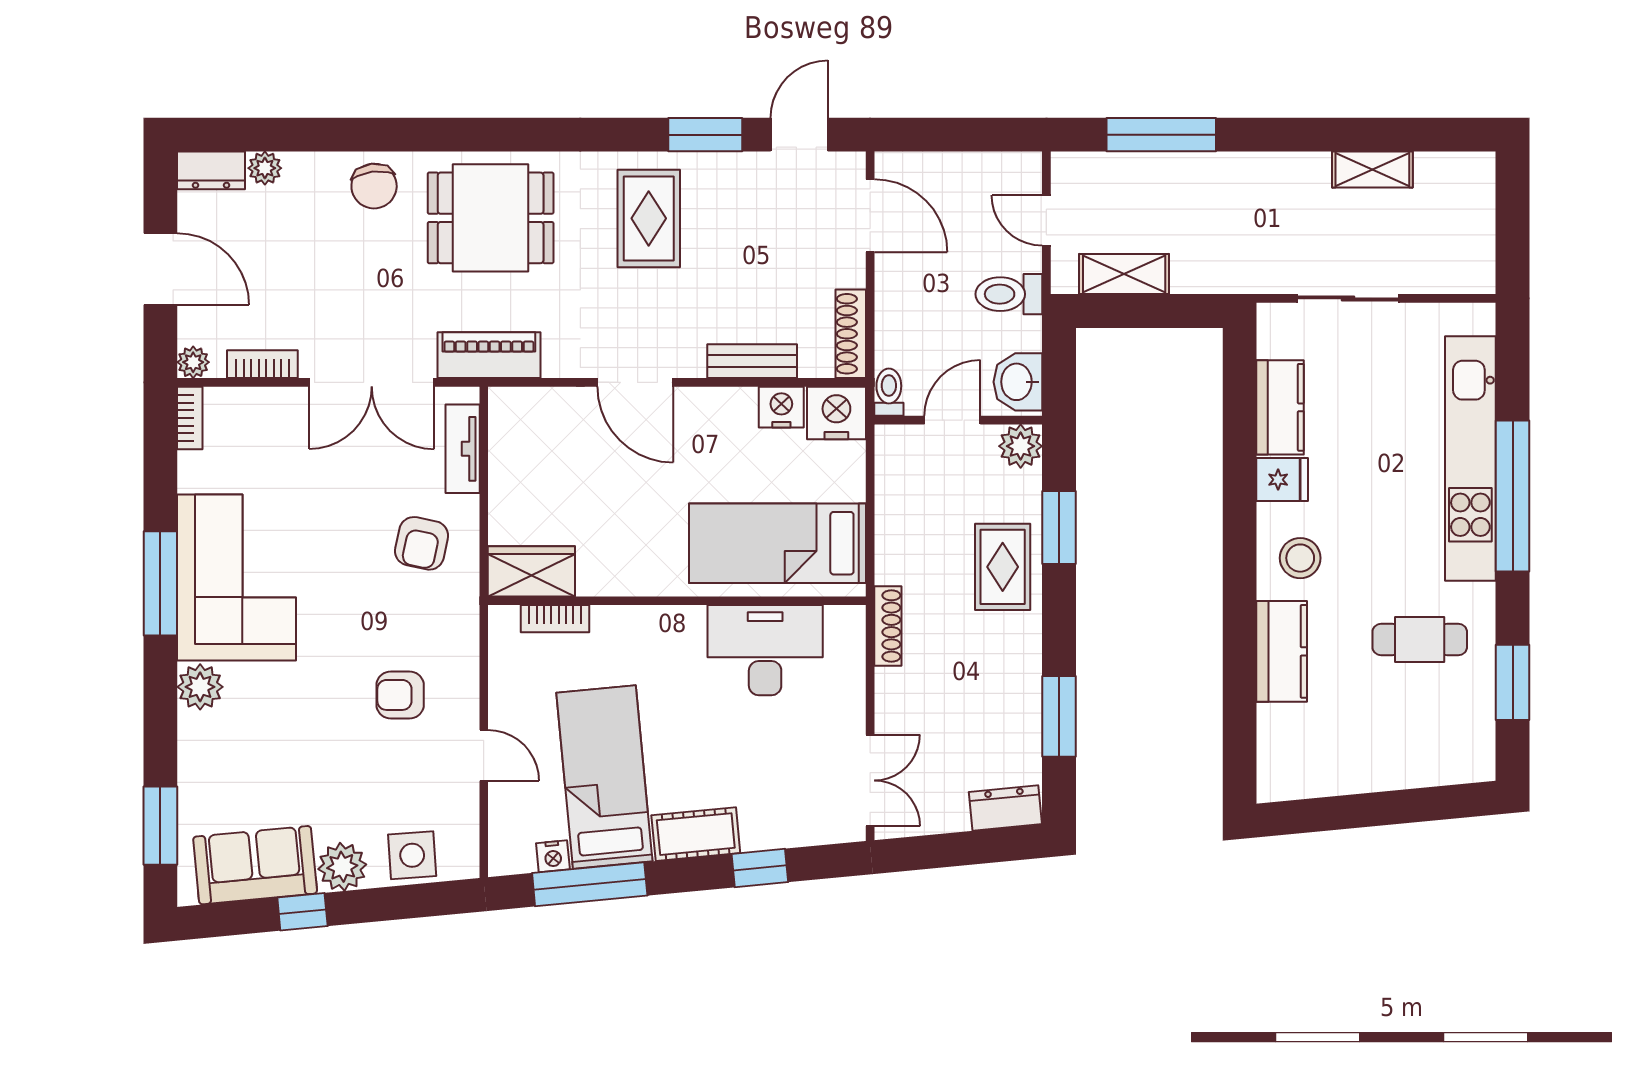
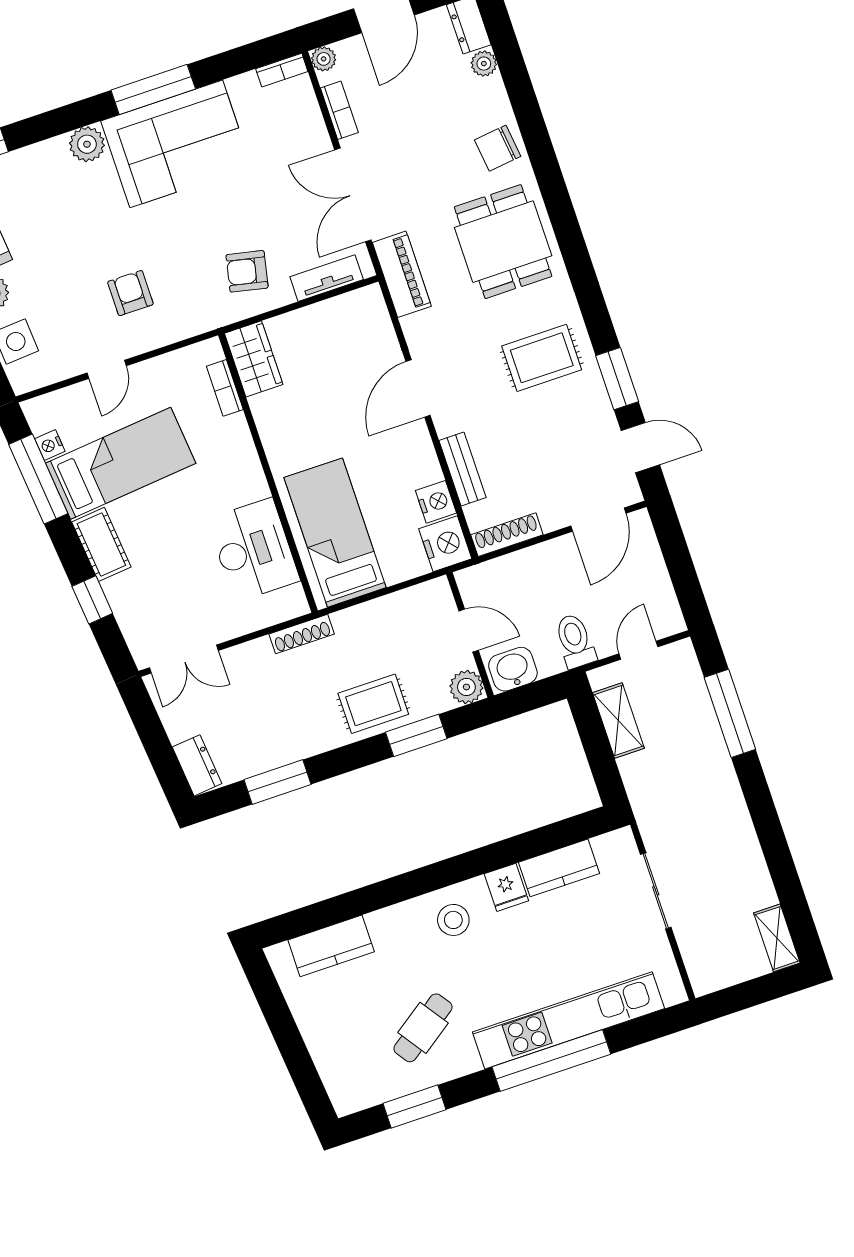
shelving: (1372, 170) -> (777, 938), moved
toilet: (889, 392) -> (473, 577), removed
cafe table: (1420, 640) -> (423, 1028), turned 55
kitchen counter: (1282, 651) -> (331, 946), moved

